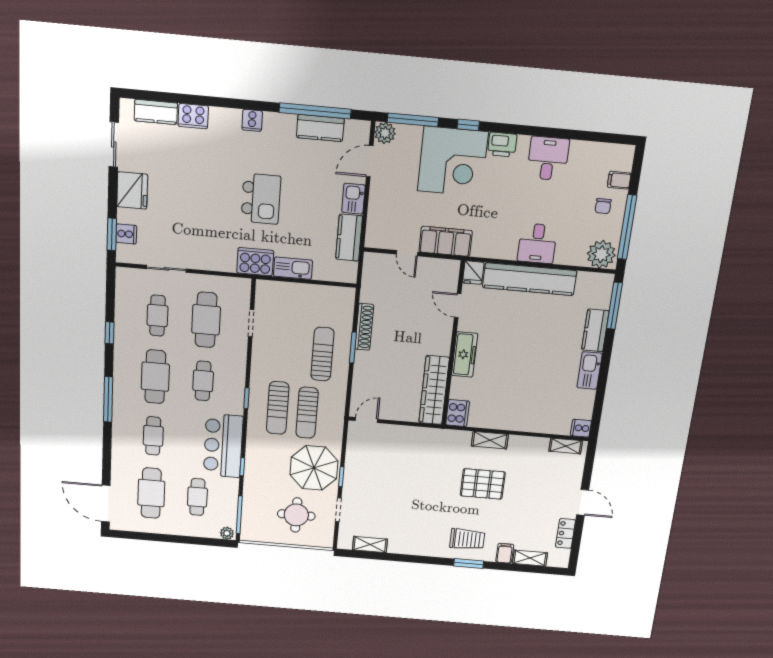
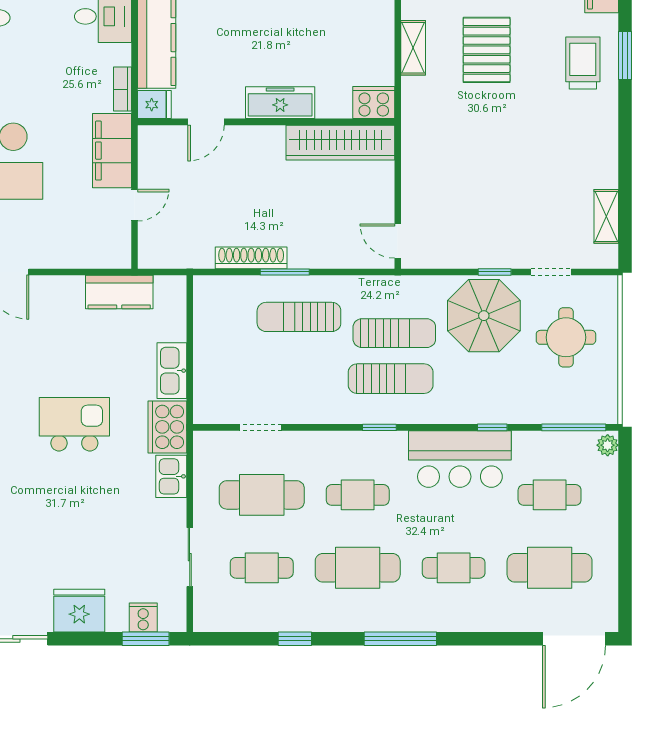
kitchen sink: (353, 199) -> (171, 476), moved, turned 90
bookcase: (486, 252) -> (122, 89), added

